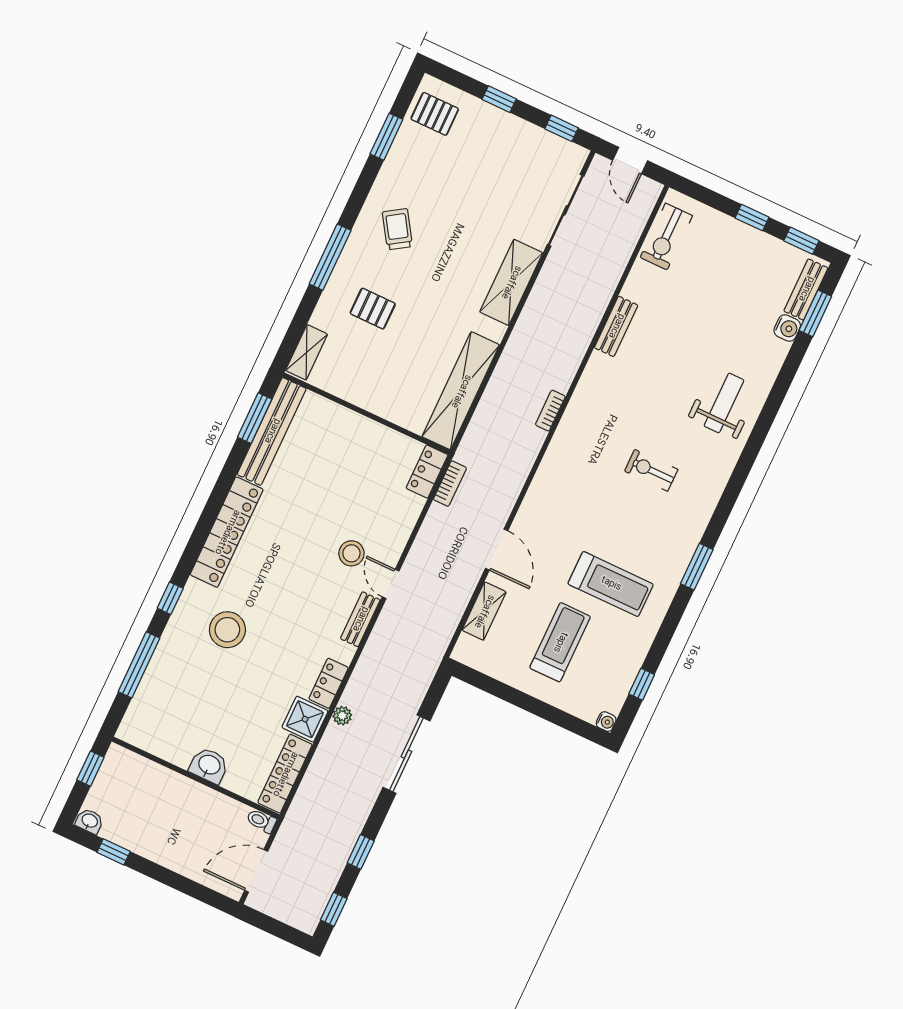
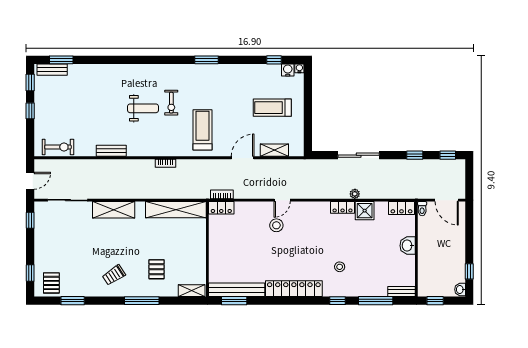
window: (499, 99) -> (30, 273), moved
water cooler: (787, 328) -> (288, 70), moved
weight bench: (724, 403) -> (143, 108), moved, turned 180
treadmill: (611, 584) -> (202, 130), moved
bench: (360, 619) -> (401, 291), moved
stool: (227, 630) -> (340, 267), width x0.53, depth x0.53
locker: (285, 774) -> (402, 208), width x0.66

